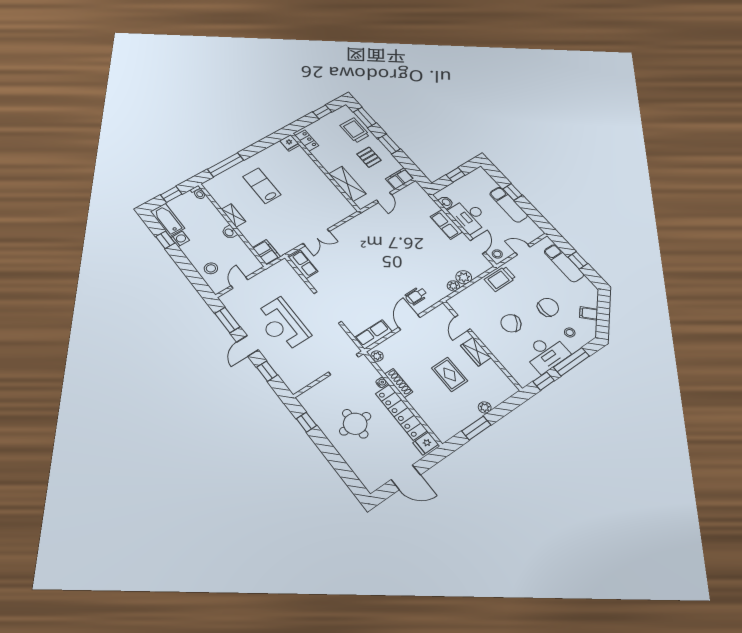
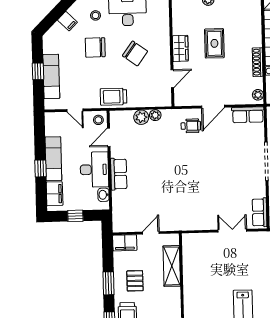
filing cabinet: (486, 181) -> (55, 194), added
trolley: (500, 279) -> (113, 97), turned 180

